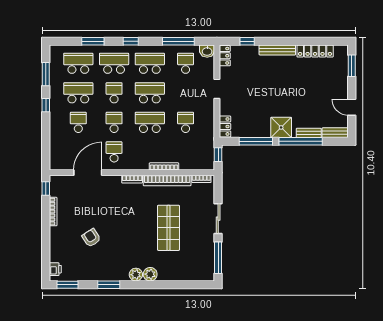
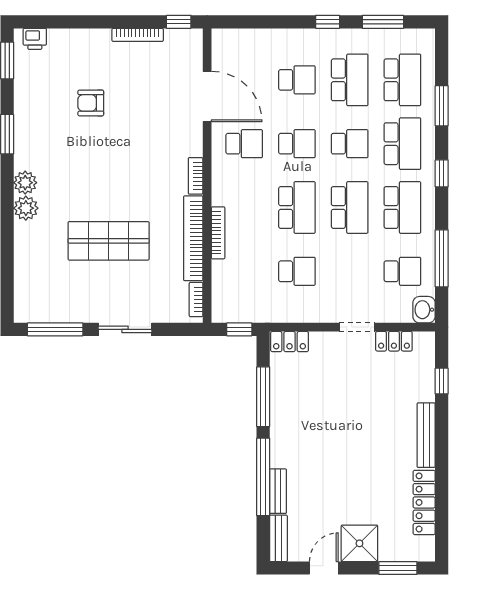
locker: (225, 56) -> (394, 341), moved
shower: (281, 127) -> (359, 543), moved
armchair: (91, 238) -> (91, 103), turned -147

